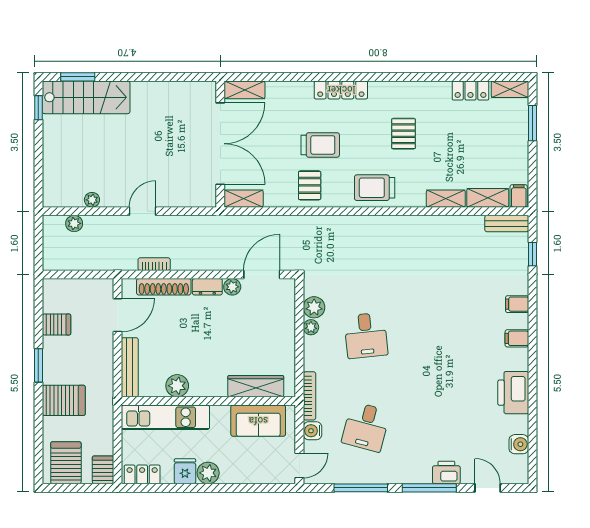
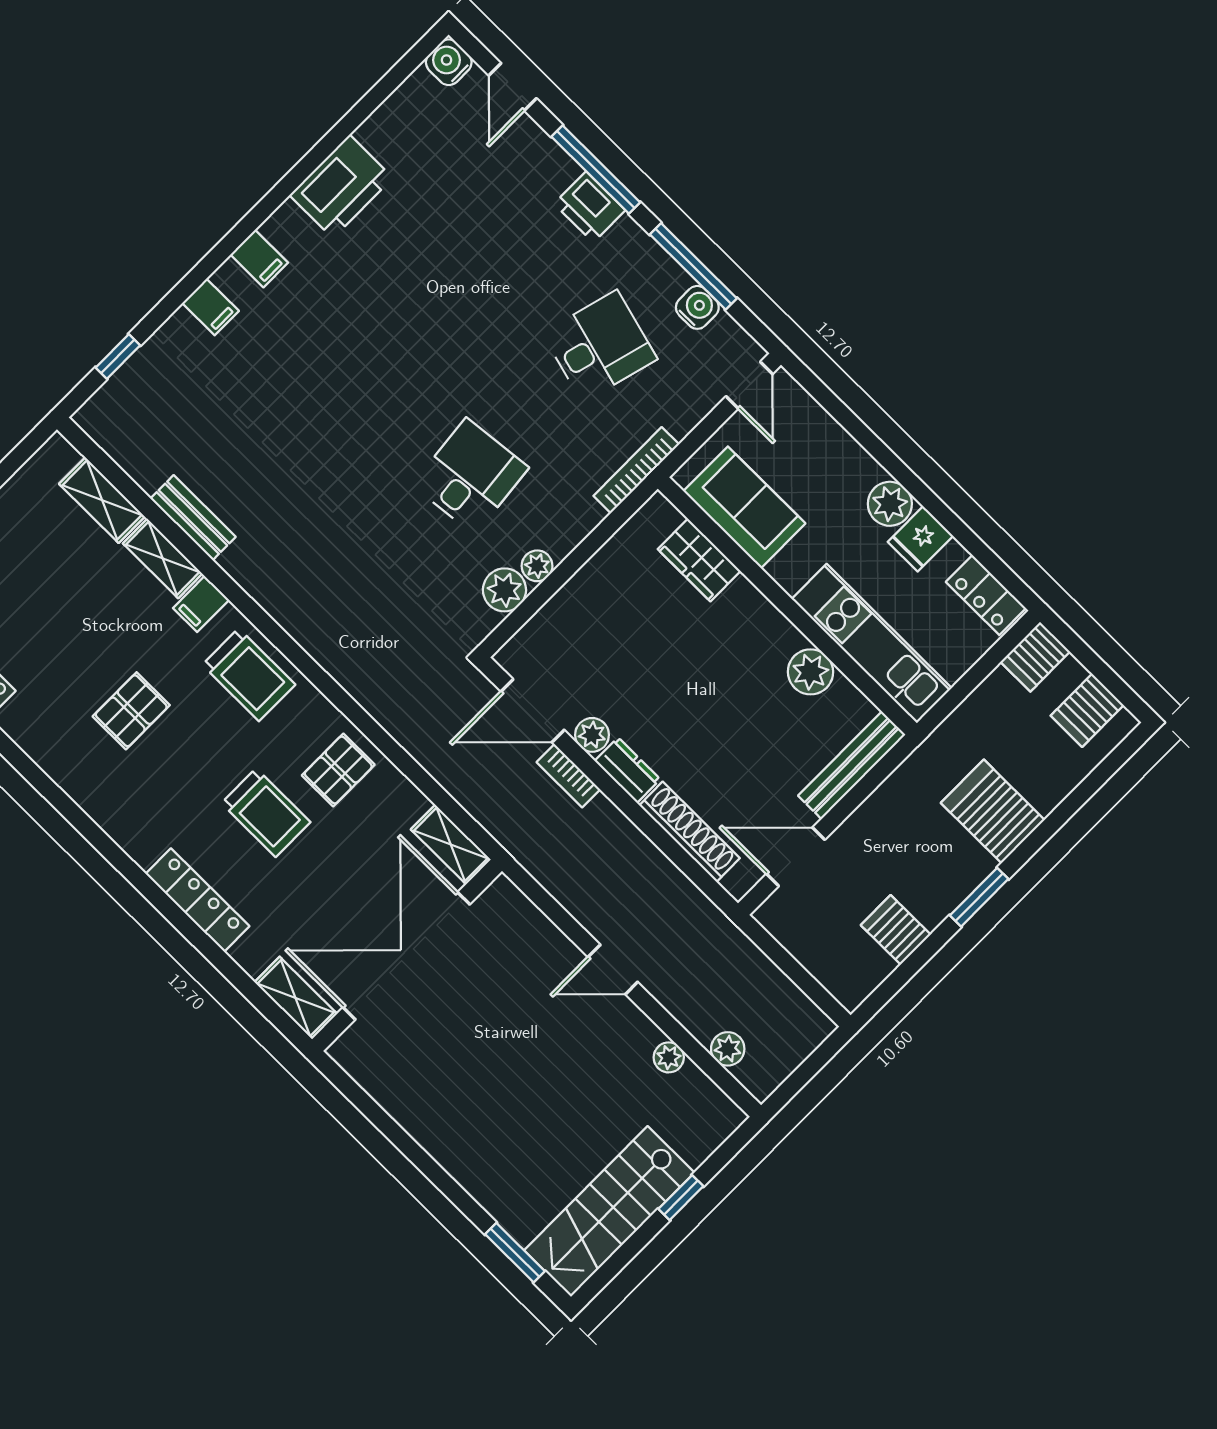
locker: (341, 90) -> (197, 900), moved
stairs: (86, 97) -> (609, 1211), moved, turned -90
window: (38, 108) -> (681, 1198), moved
trolley: (320, 145) -> (266, 813), turned 180
filing cabinet: (519, 196) -> (201, 604), moved
bench: (507, 224) -> (193, 518), moved
bookcase: (154, 264) -> (568, 776), moved
wardrobe: (256, 386) -> (699, 560), width x0.67
water cooler: (312, 431) -> (697, 307), moved, turned -90
water cooler: (519, 444) -> (449, 62), moved
server rack: (66, 463) -> (1087, 710), width x0.73, depth x0.70
door: (299, 466) -> (749, 385), swing flipped
printer: (446, 472) -> (590, 207), moved

